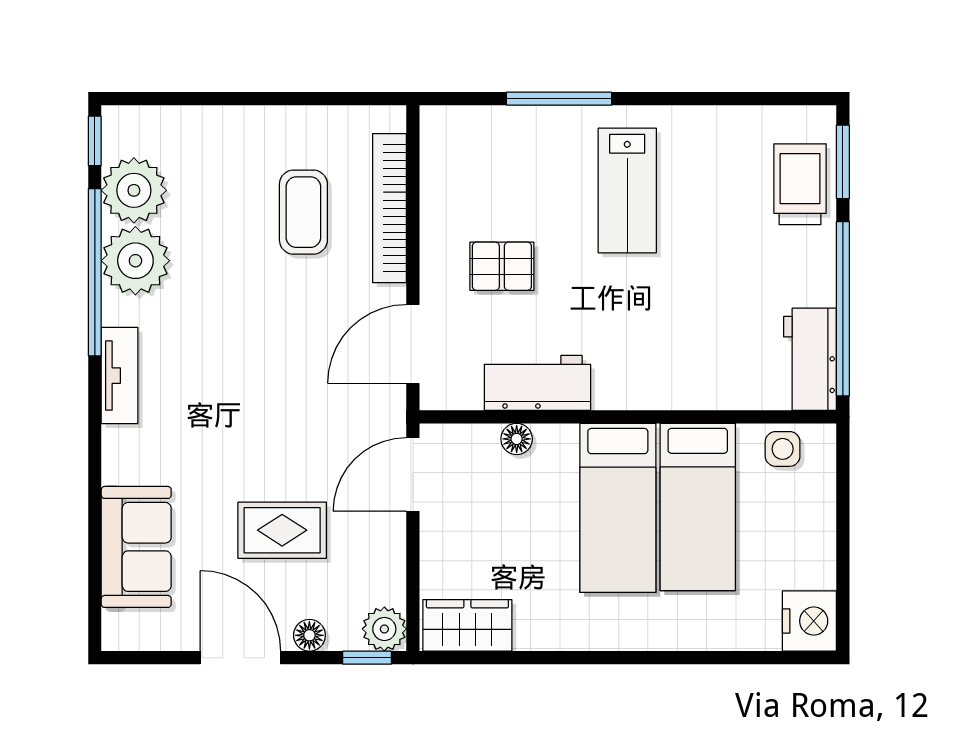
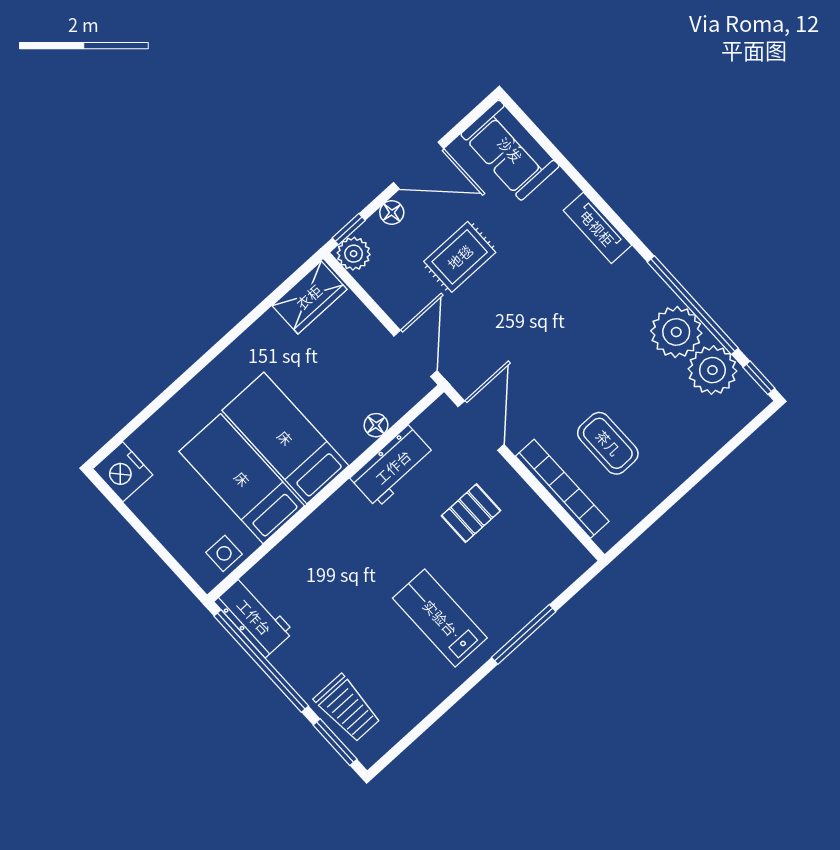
tv unit: (120, 376) -> (597, 228), moved
sofa: (136, 547) -> (510, 150), moved

